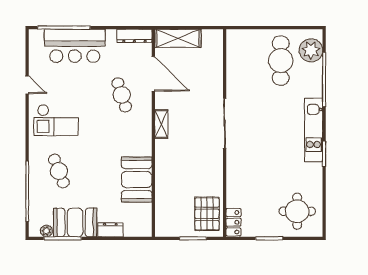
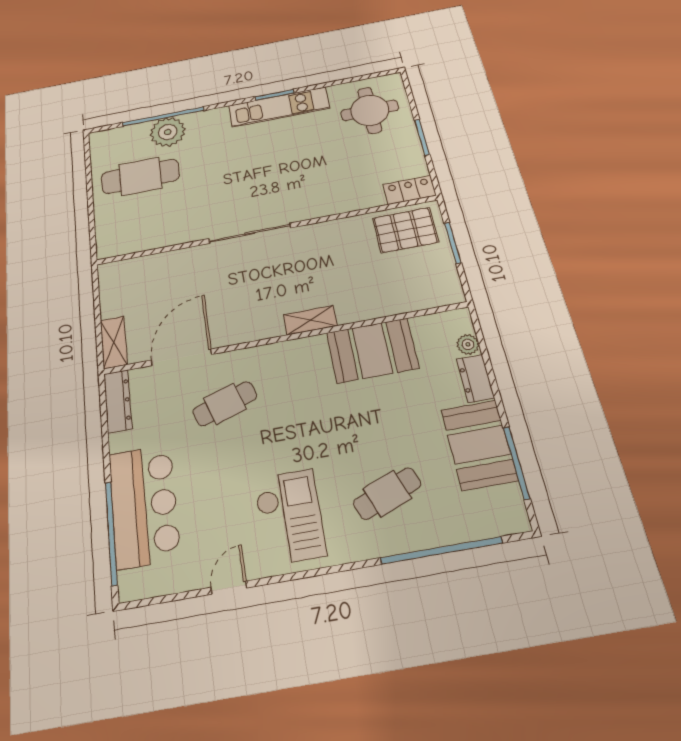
shelving: (178, 38) -> (114, 342), width x0.67, depth x0.75
plant: (311, 50) -> (168, 132), moved
shelving: (161, 124) -> (310, 320), moved
kitchen unit: (314, 130) -> (279, 107), moved
plant: (46, 231) -> (468, 344), moved

